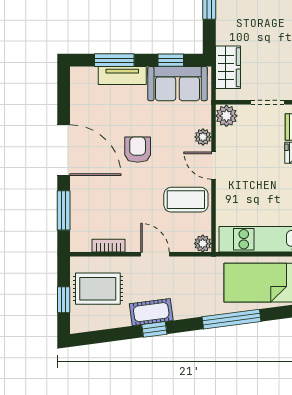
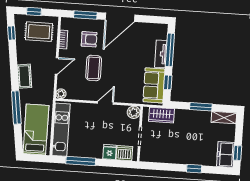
window: (114, 60) -> (170, 50), width x1.44
plant: (203, 137) -> (122, 98), removed
armchair: (138, 150) -> (89, 39), moved
coffee table: (186, 200) -> (94, 68), moved
rug: (98, 289) -> (39, 32), turned 90
cot: (151, 312) -> (24, 76), moved
window: (154, 329) -> (11, 33), moved

